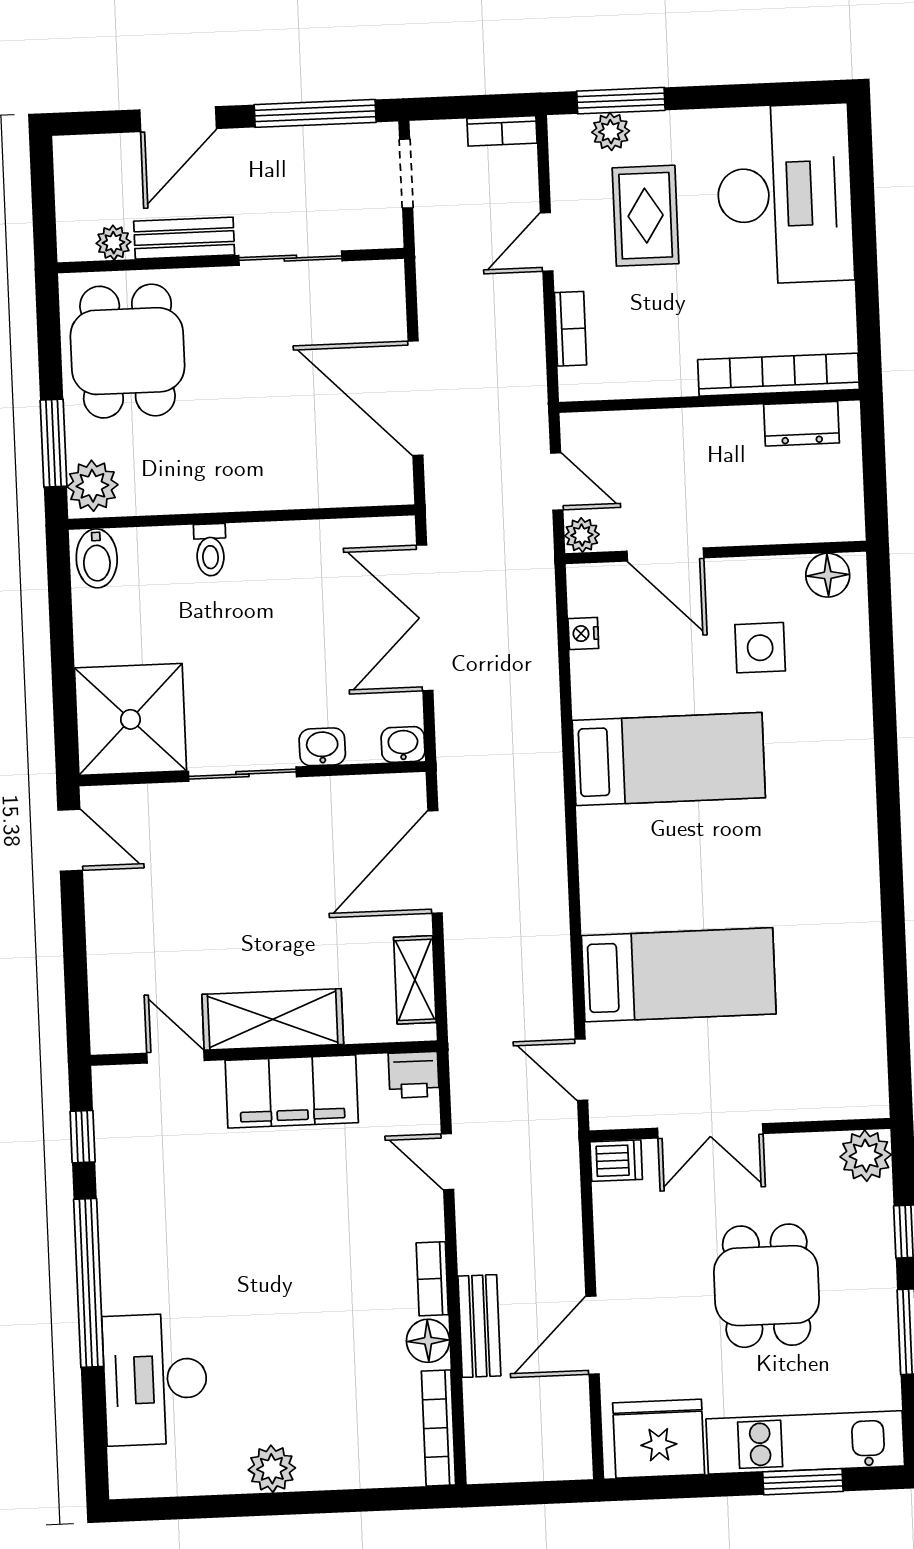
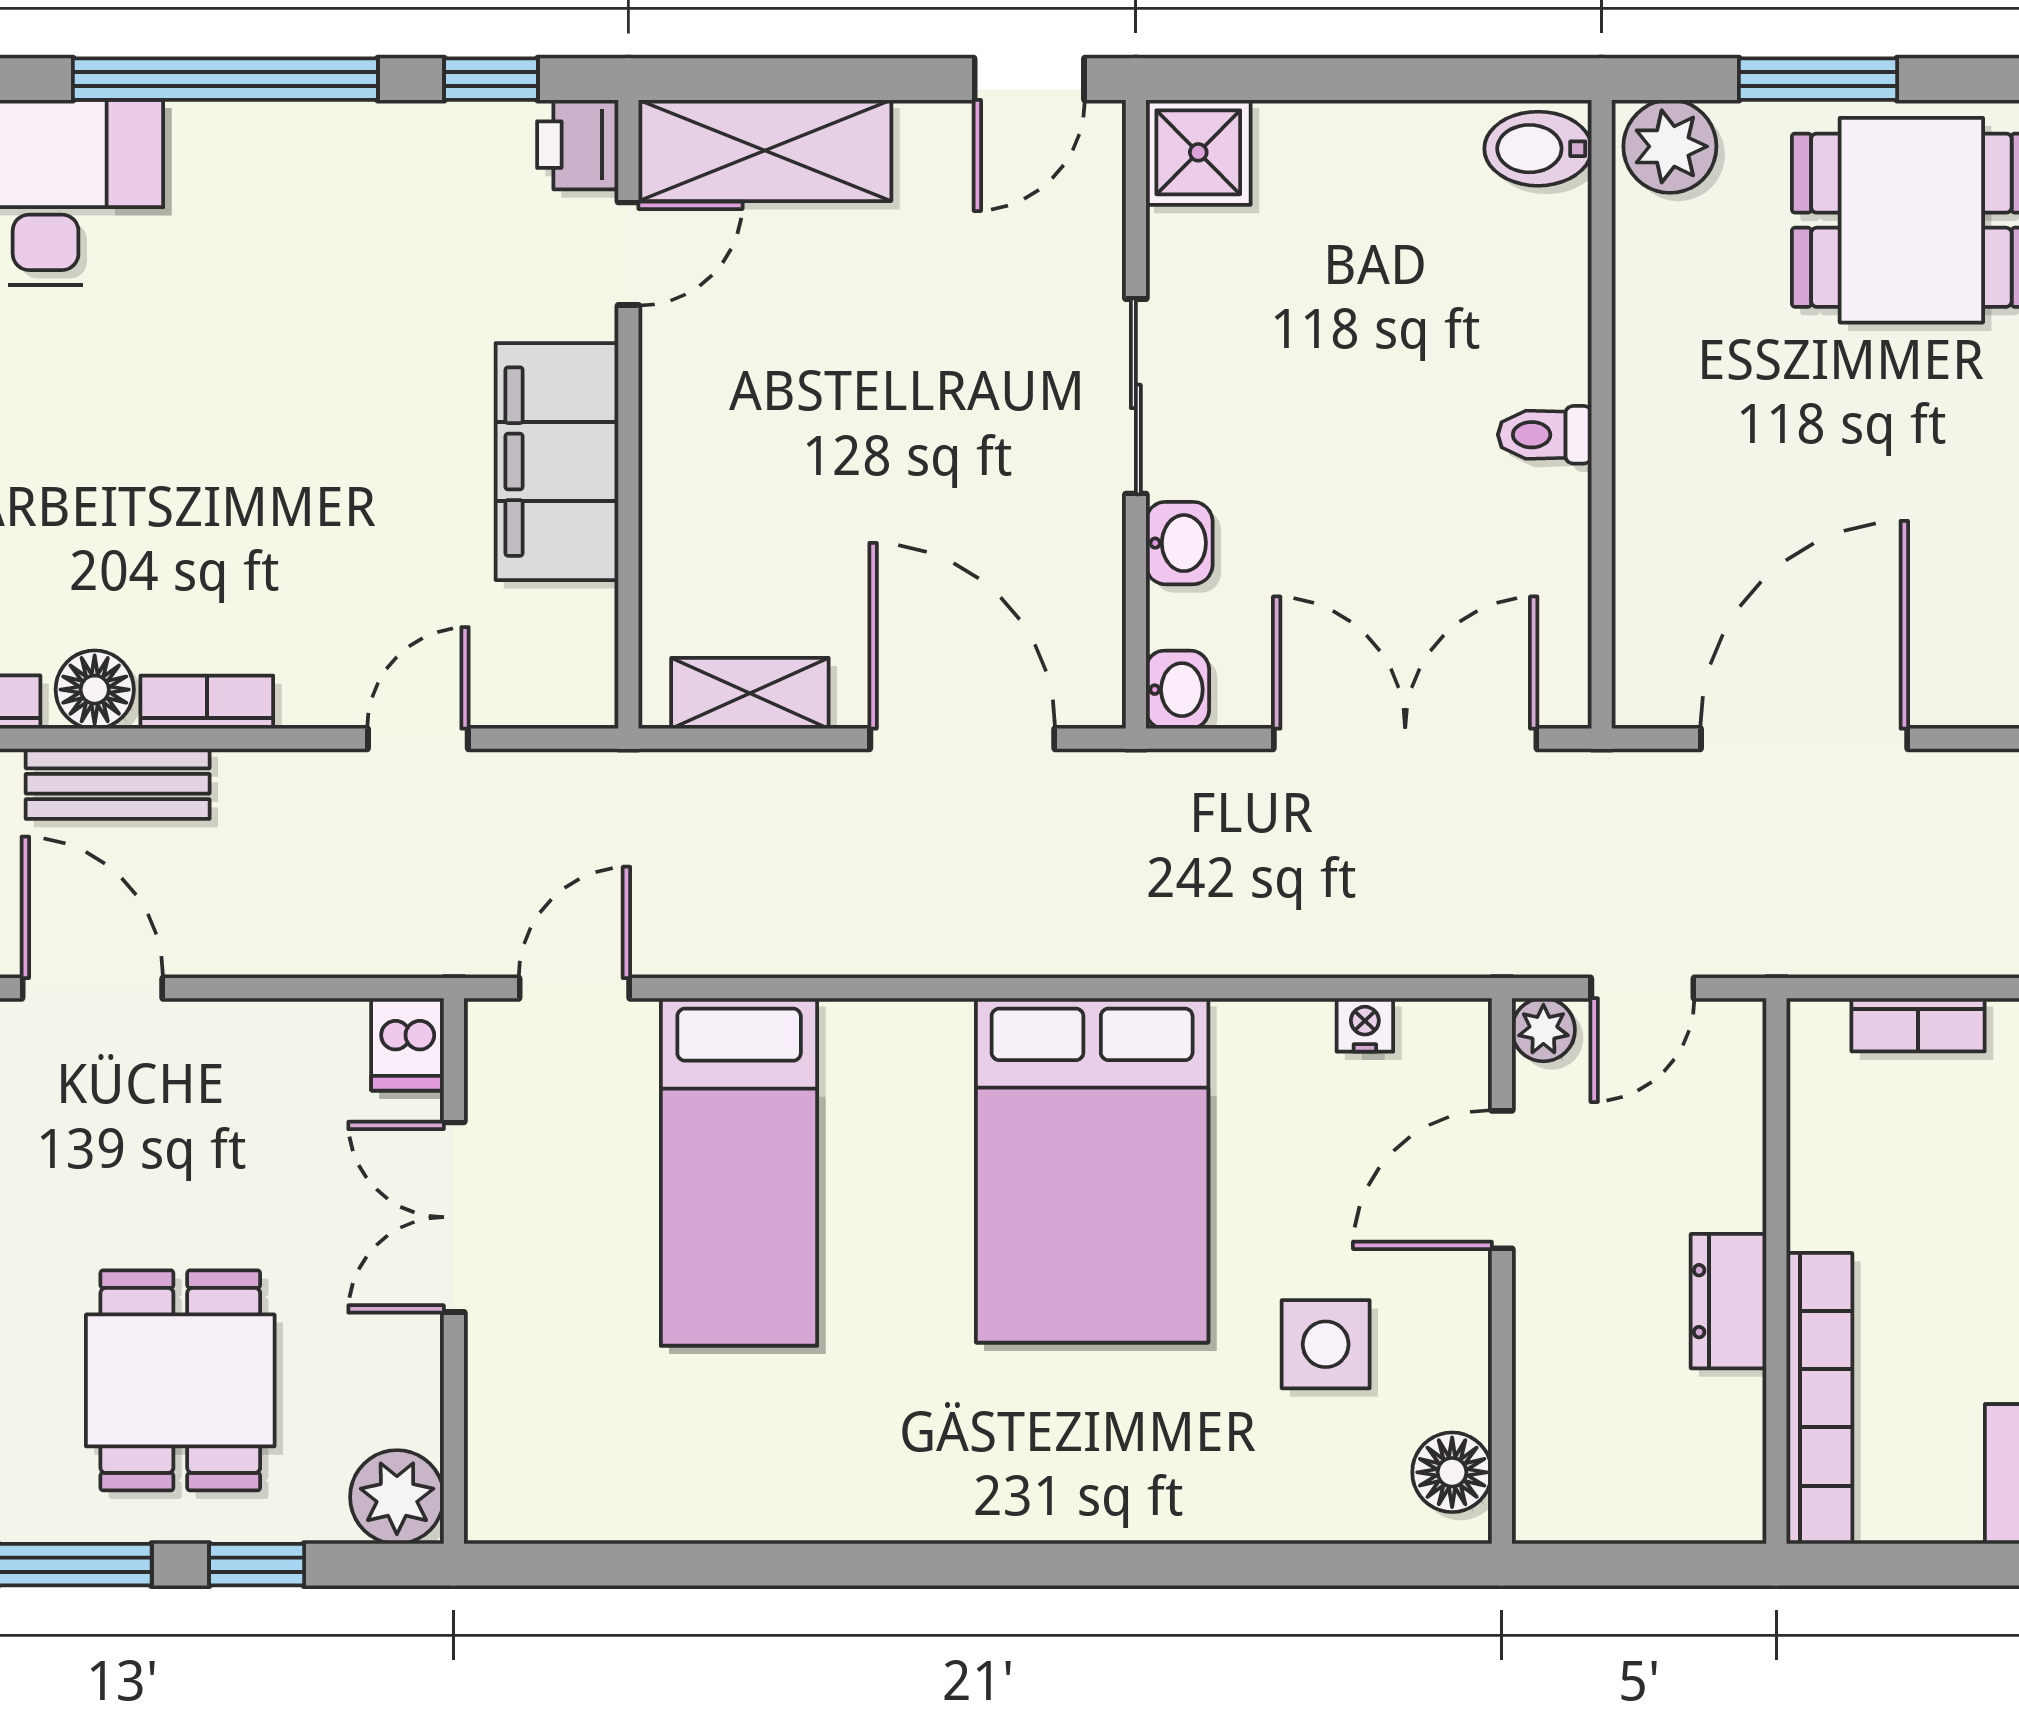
dresser: (802, 424) -> (1729, 1301), moved
window: (54, 443) -> (1818, 79), moved
toilet: (210, 550) -> (1545, 435), moved
shower: (130, 719) -> (1198, 152), width x0.54, depth x0.54
bed: (669, 759) -> (1092, 1170), width x1.50
shelving: (273, 1019) -> (765, 150), moved, turned 90
printer: (414, 1075) -> (578, 145), moved
dining table: (767, 1286) -> (180, 1380), moved, turned 90

